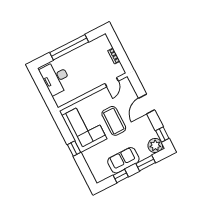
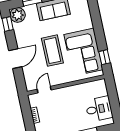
desk: (56, 78) -> (99, 109), width x0.73
window: (74, 148) -> (104, 57), moved

